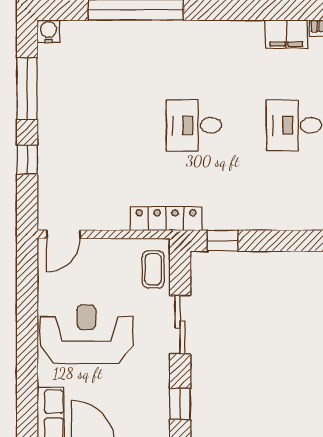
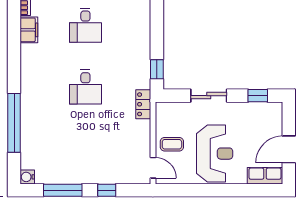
locker: (166, 219) -> (143, 104), width x0.66
coffee table: (153, 269) -> (172, 144), moved
reception desk: (86, 334) -> (215, 154), turned 180

